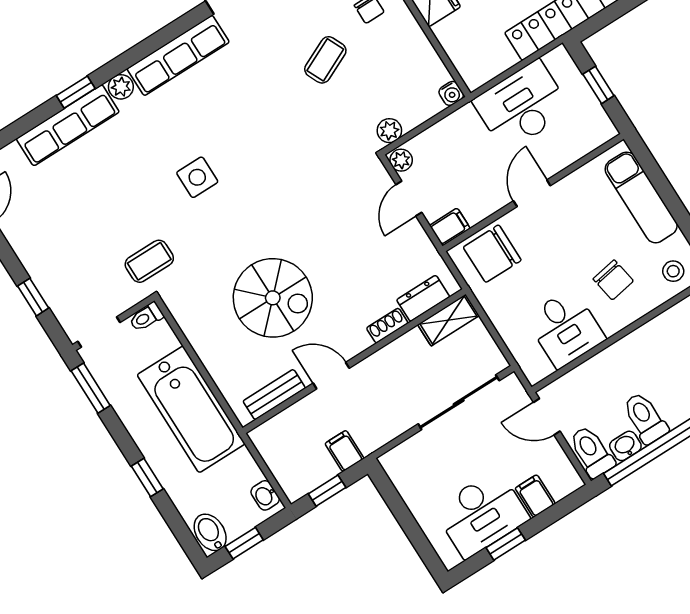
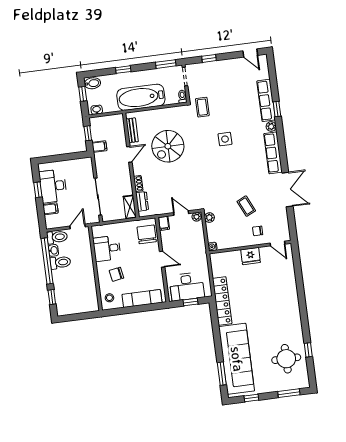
desk: (522, 106) -> (187, 287), moved, turned 90

